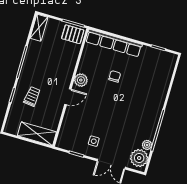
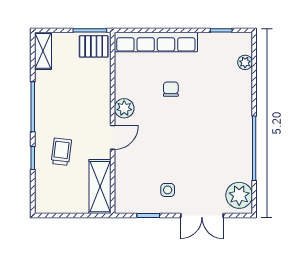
shelving: (37, 134) -> (100, 187), moved, turned 90
plant: (147, 145) -> (245, 62), moved

